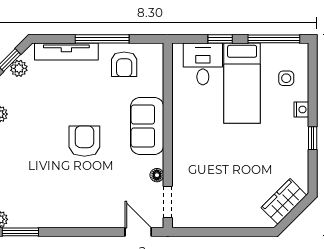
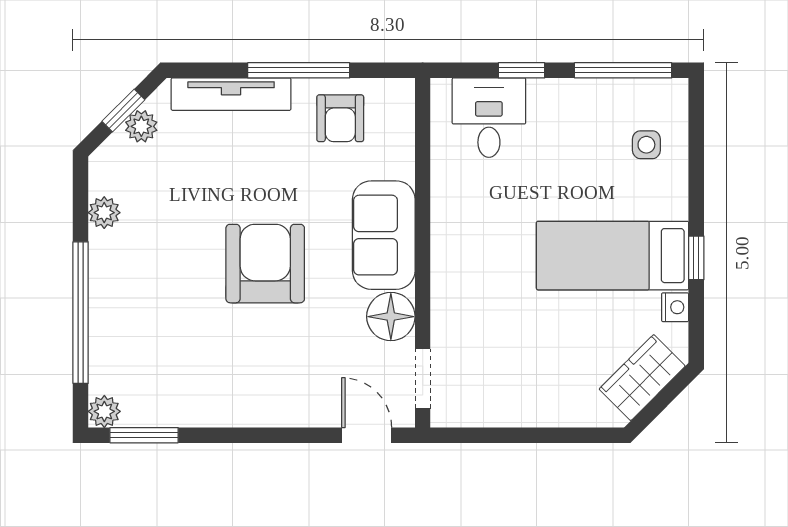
bed: (242, 83) -> (613, 256), moved, turned 90
nightstand: (301, 109) -> (675, 307), moved
armchair: (84, 141) -> (265, 264), width x1.36, depth x1.36
floor lamp: (157, 175) -> (391, 317), width x1.89, depth x1.89

